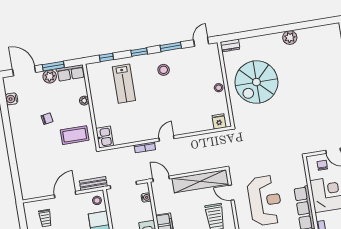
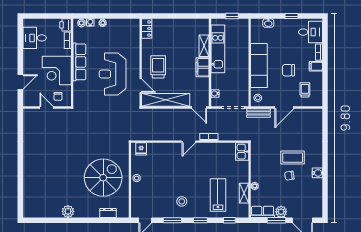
dresser: (230, 45) -> (108, 213), moved
shelving: (95, 91) -> (244, 193), added
water cooler: (11, 99) -> (317, 173), moved
coffee table: (75, 135) -> (293, 158), moved

